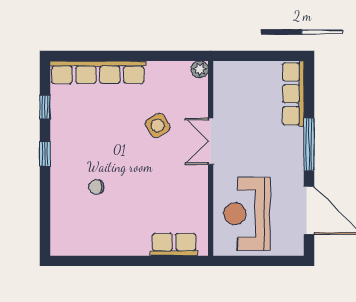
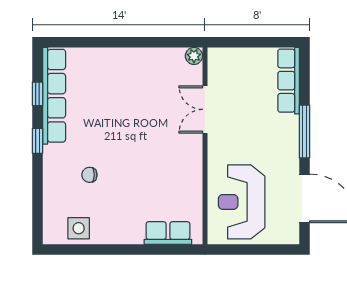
row of seats: (98, 72) -> (54, 96), moved, turned -90
side table: (158, 125) -> (79, 228), moved, turned 32
double door: (211, 141) -> (205, 109), moved

